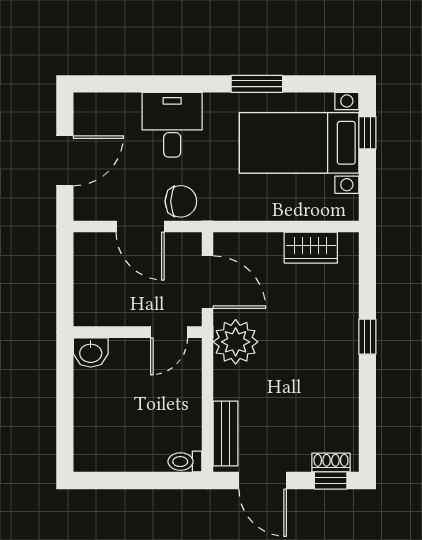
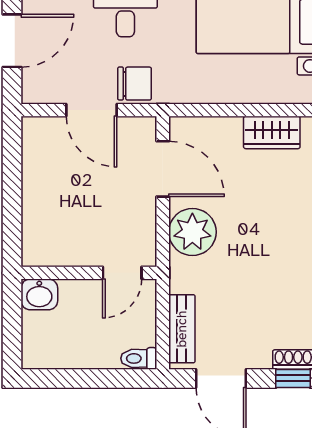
wall: (138, 332) -> (89, 273), moved
door: (169, 332) -> (122, 273), moved
washbasin: (91, 352) -> (39, 294), moved

